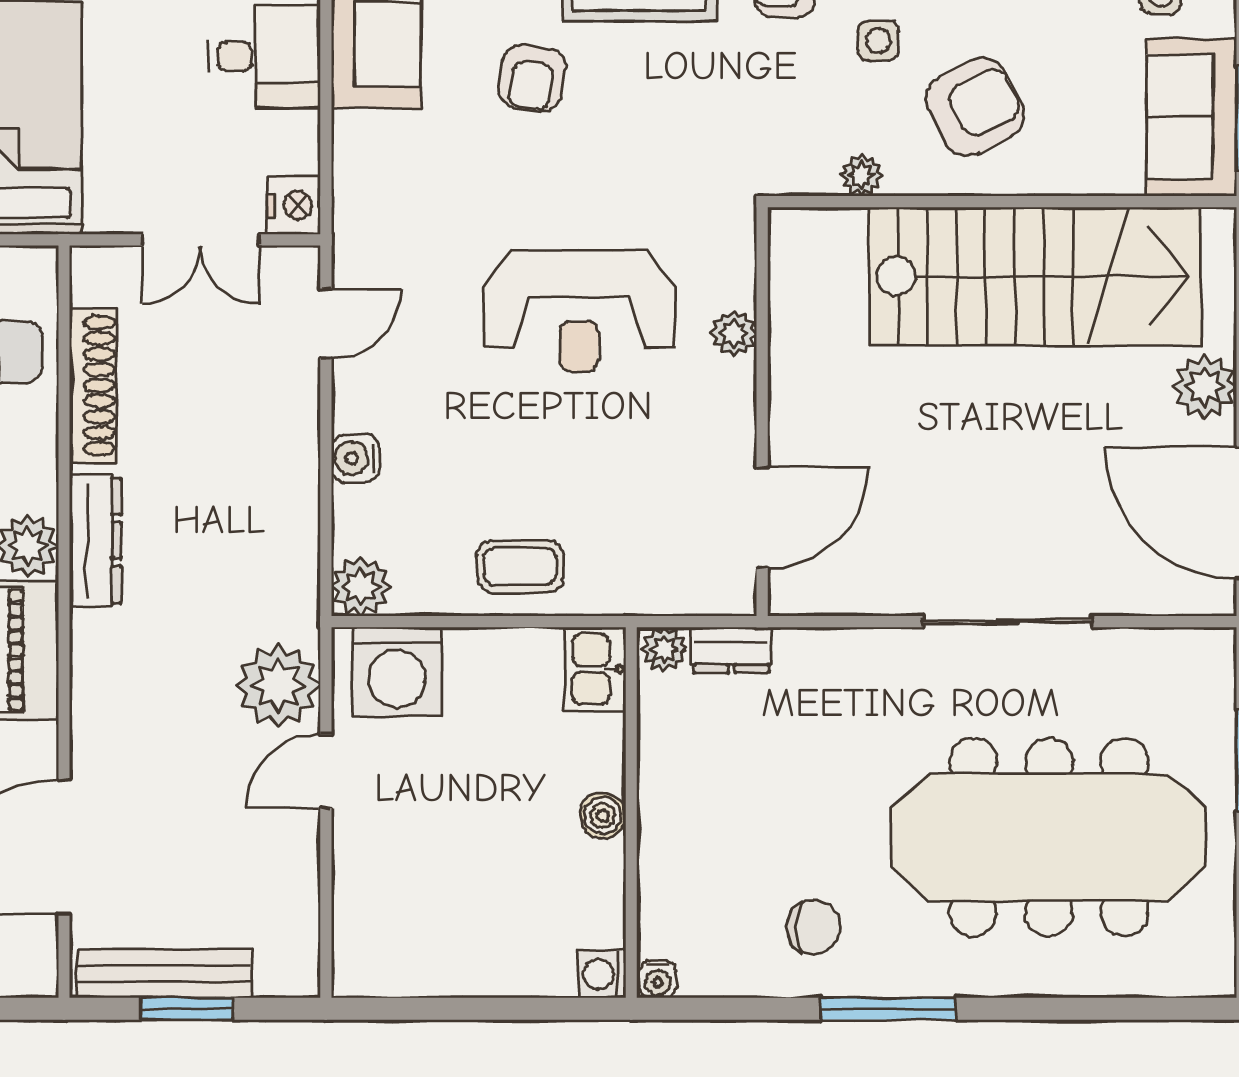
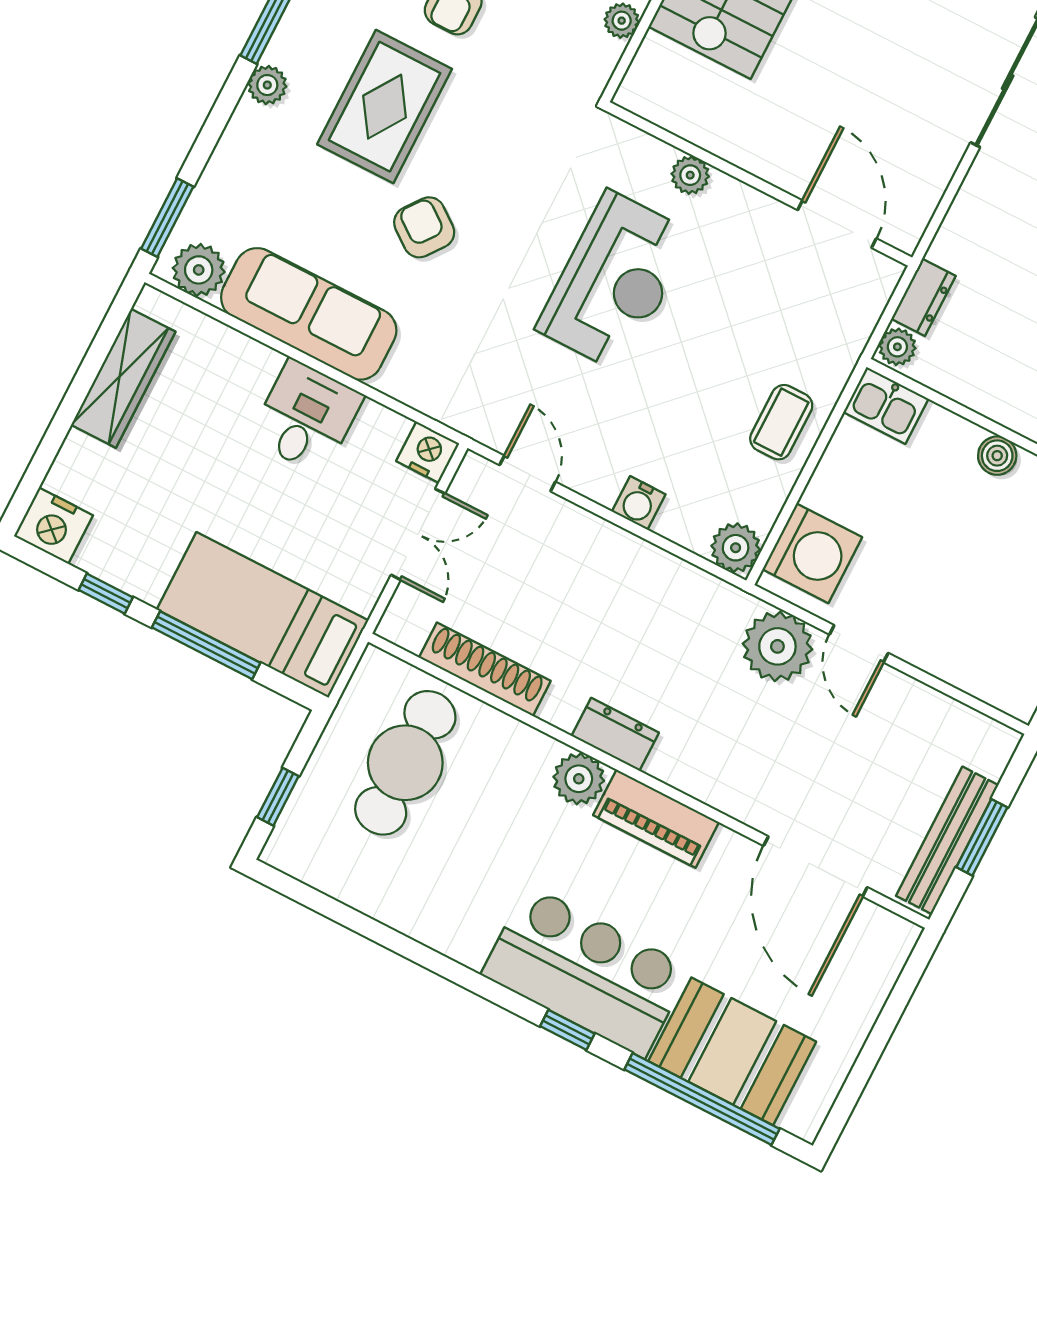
armchair: (532, 78) -> (424, 227), turned -152
dresser: (95, 540) -> (615, 734), width x0.70

